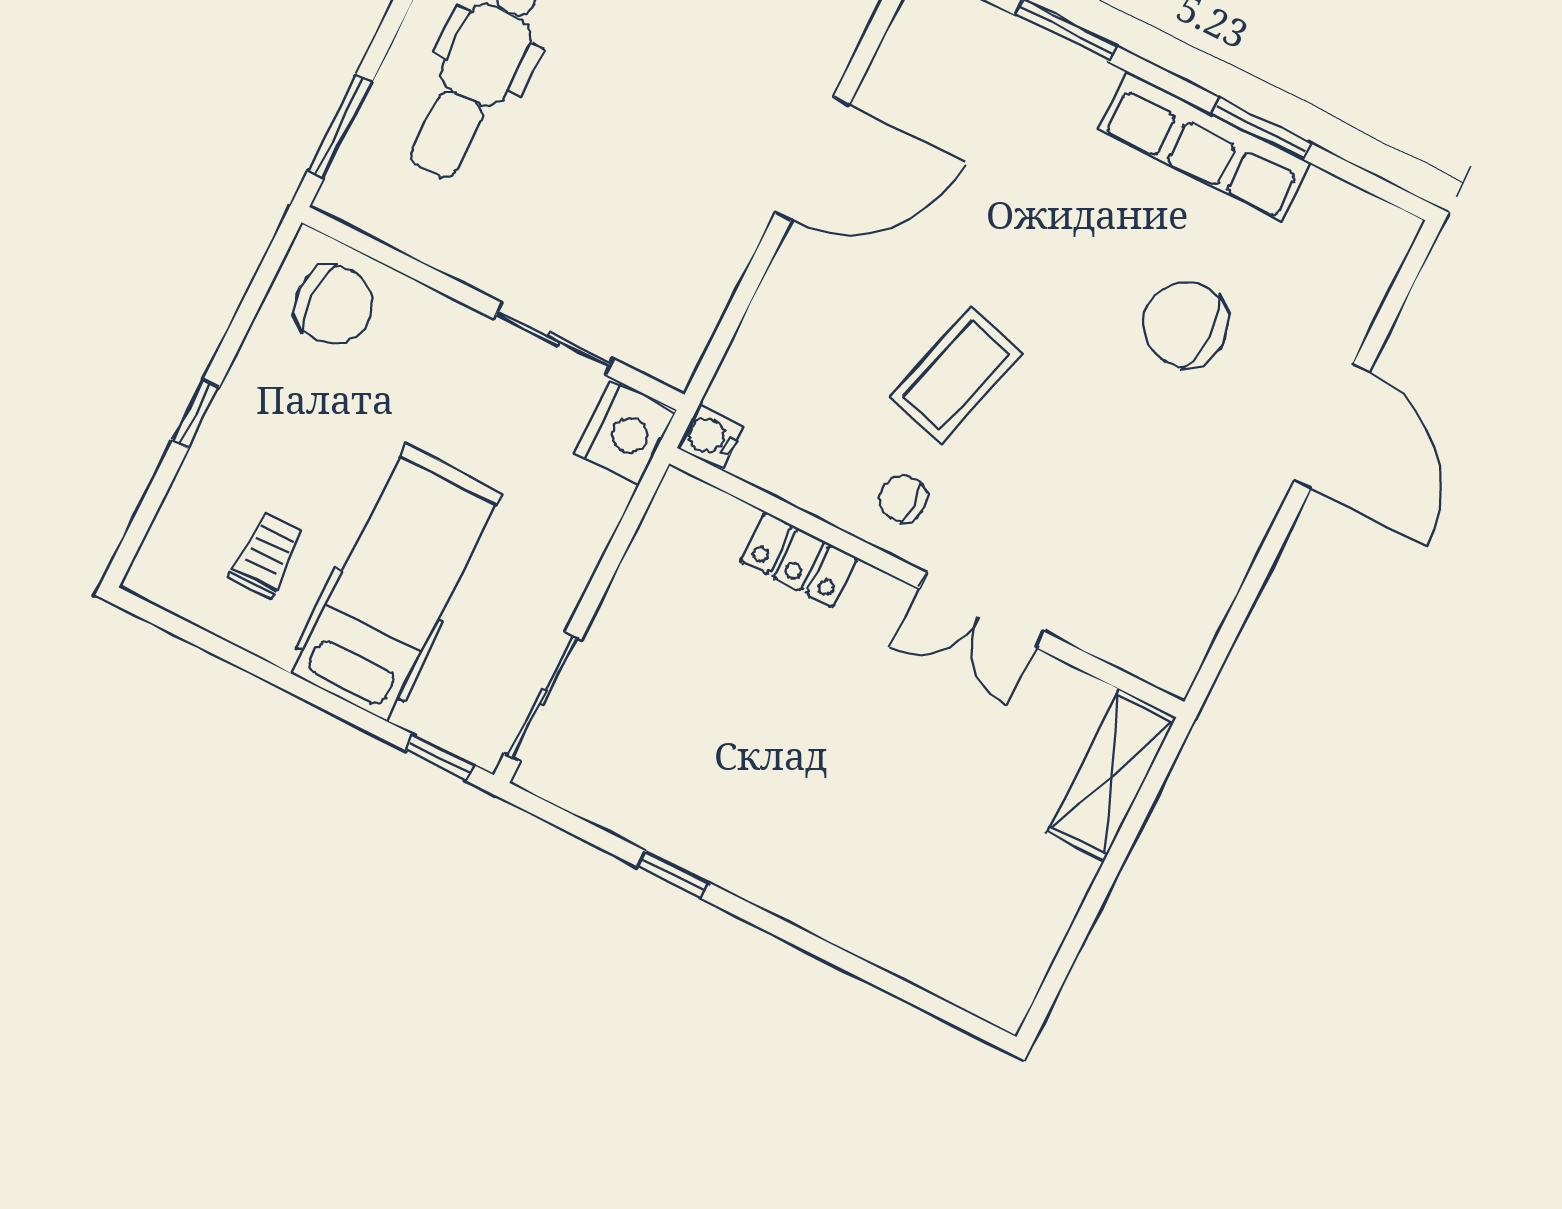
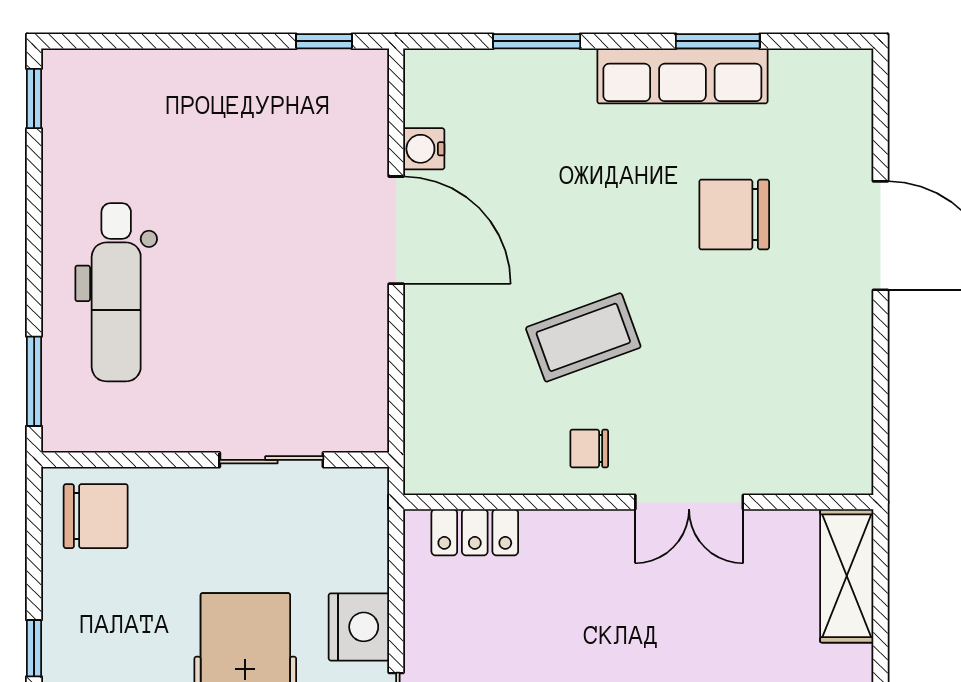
door: (812, 159) -> (396, 230), hinge flipped
coffee table: (956, 375) -> (583, 337), turned 54
nightstand: (625, 433) -> (359, 627), moved
water cooler: (710, 437) -> (424, 149), moved
locker: (799, 560) -> (475, 532), moved

